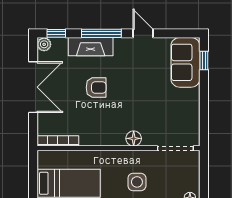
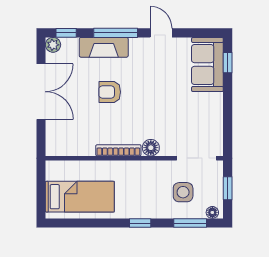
armchair: (96, 88) -> (110, 92), turned 180
bookcase: (58, 141) -> (118, 150), moved
window: (204, 176) -> (228, 188), added
side table: (137, 182) -> (183, 192), moved

